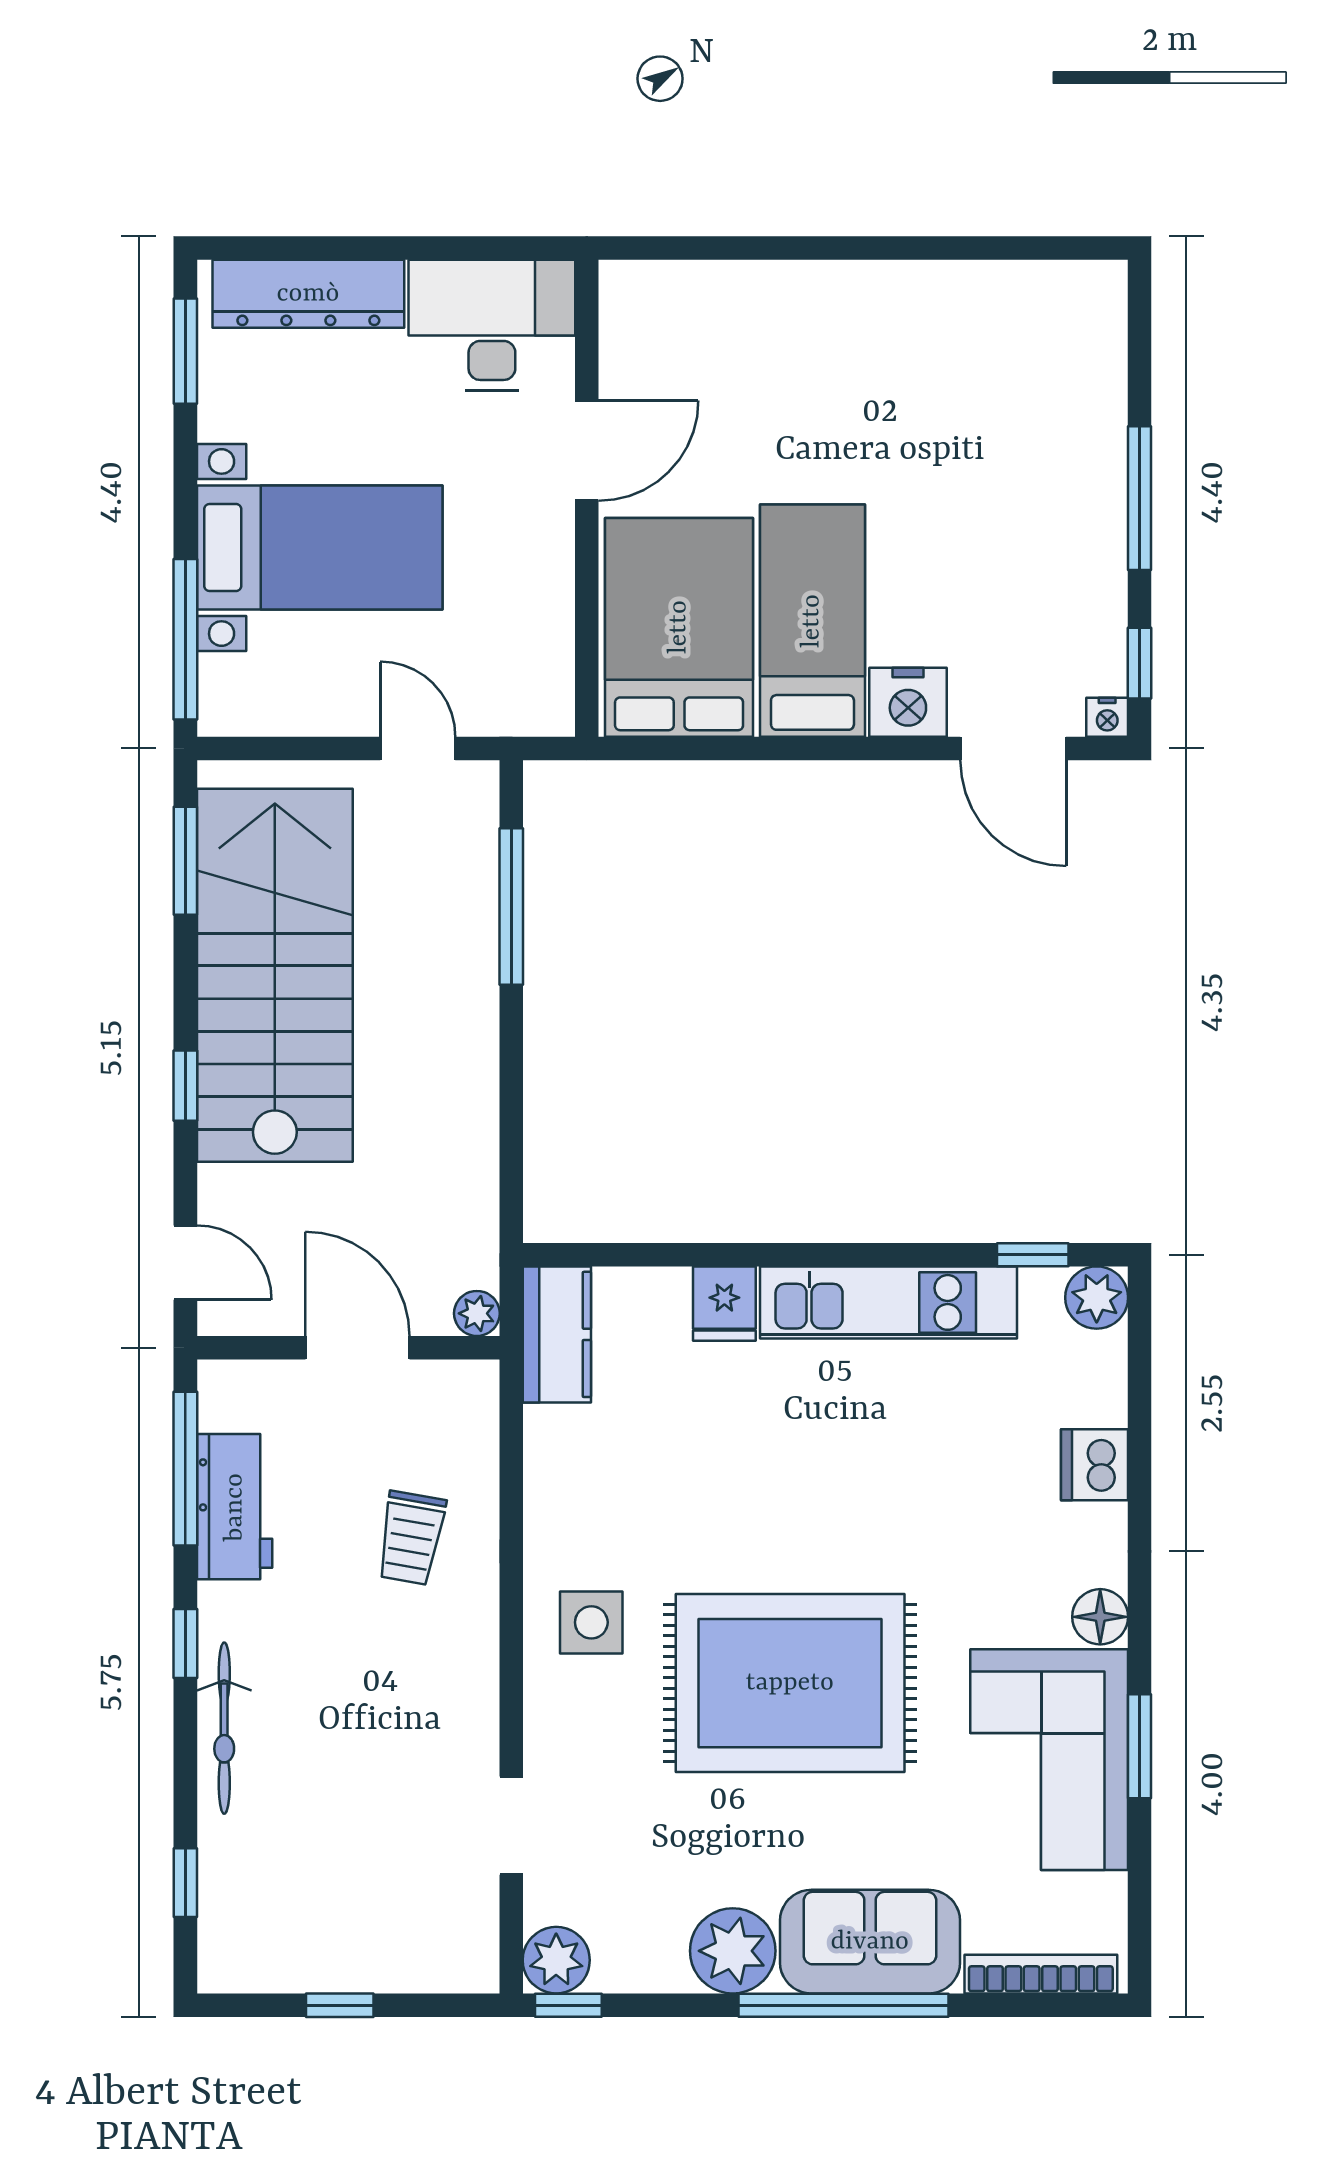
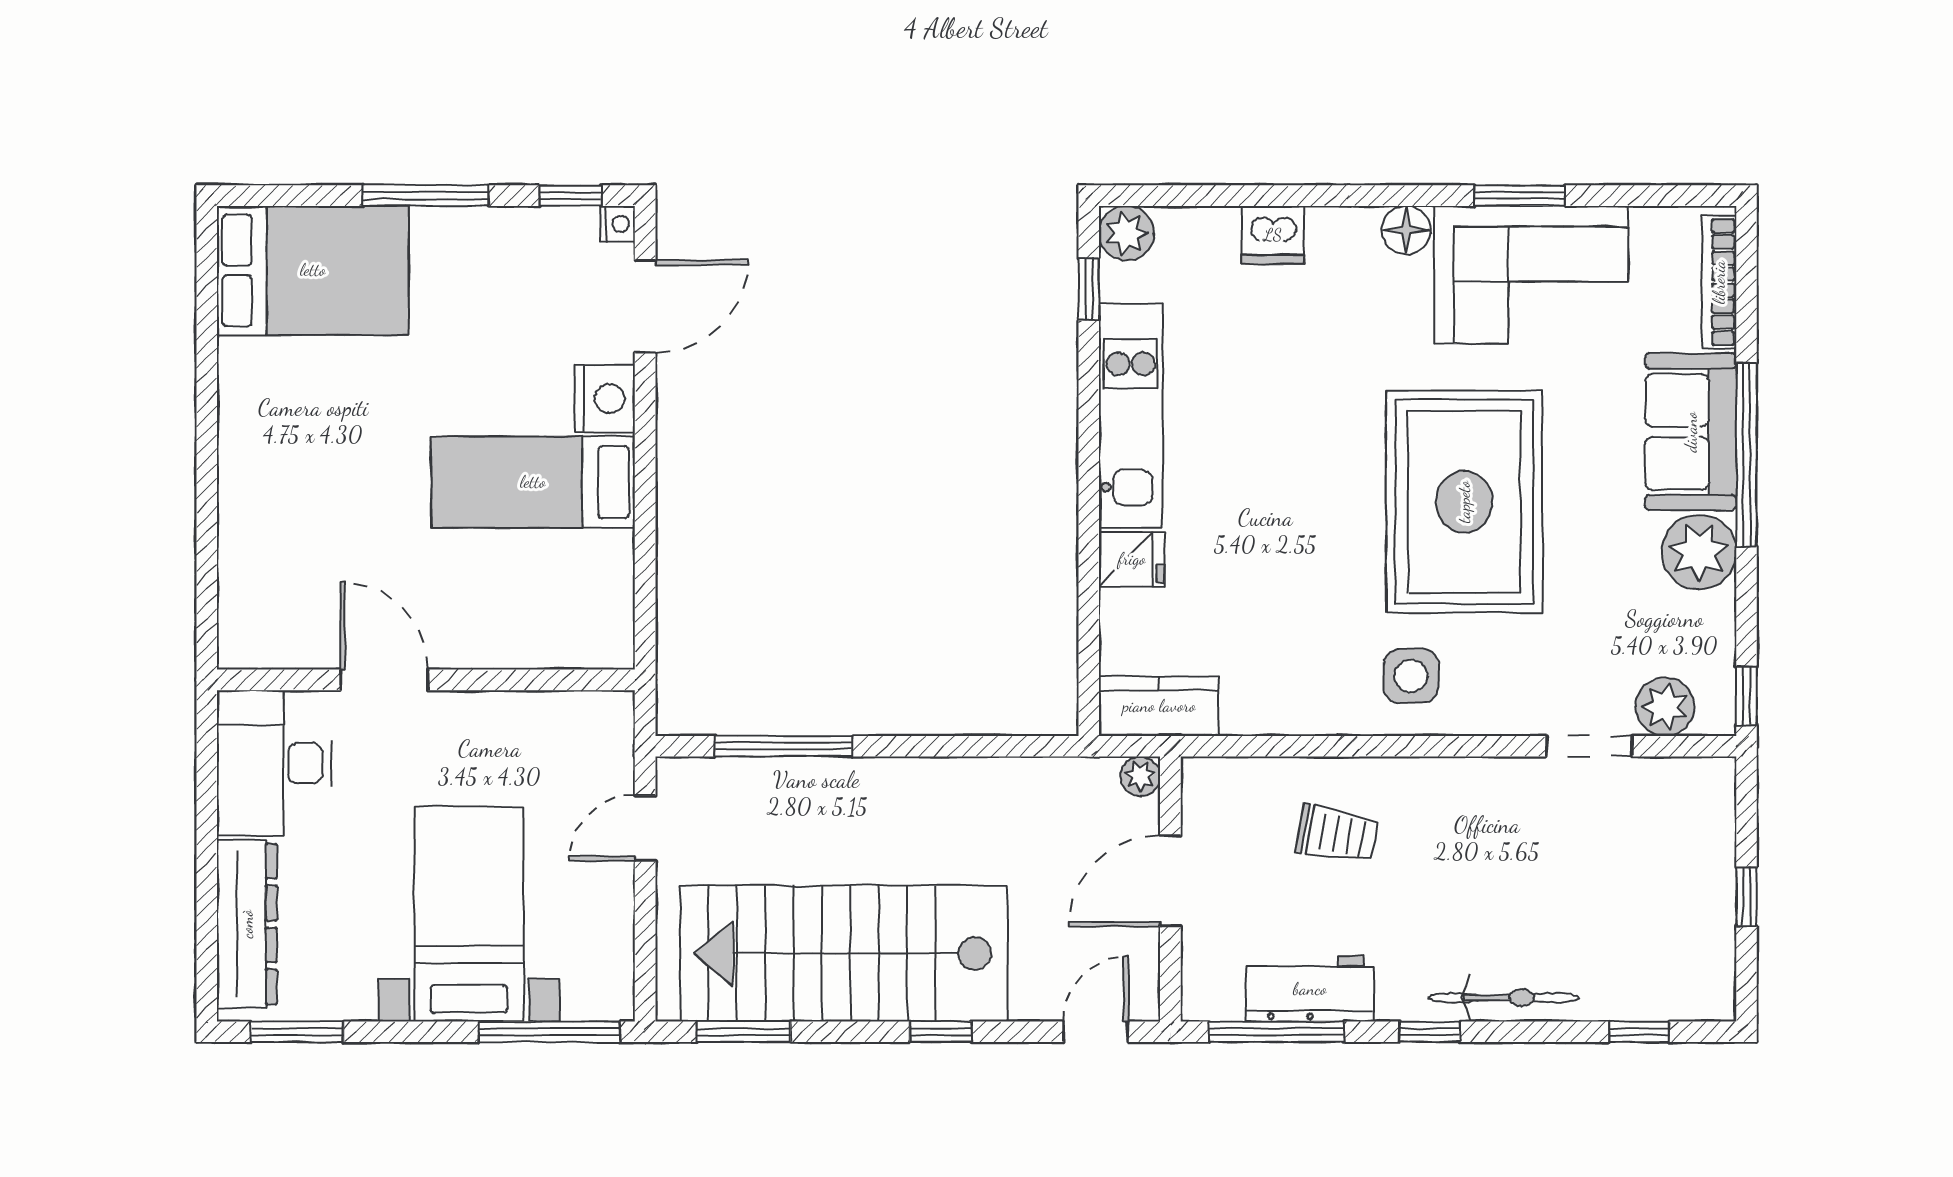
bed: (679, 627) -> (313, 270), moved, turned 180
plant: (556, 1960) -> (1665, 707), moved

